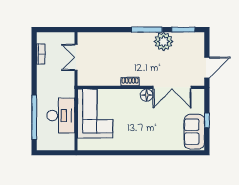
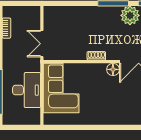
double door: (76, 57) -> (42, 44), moved

